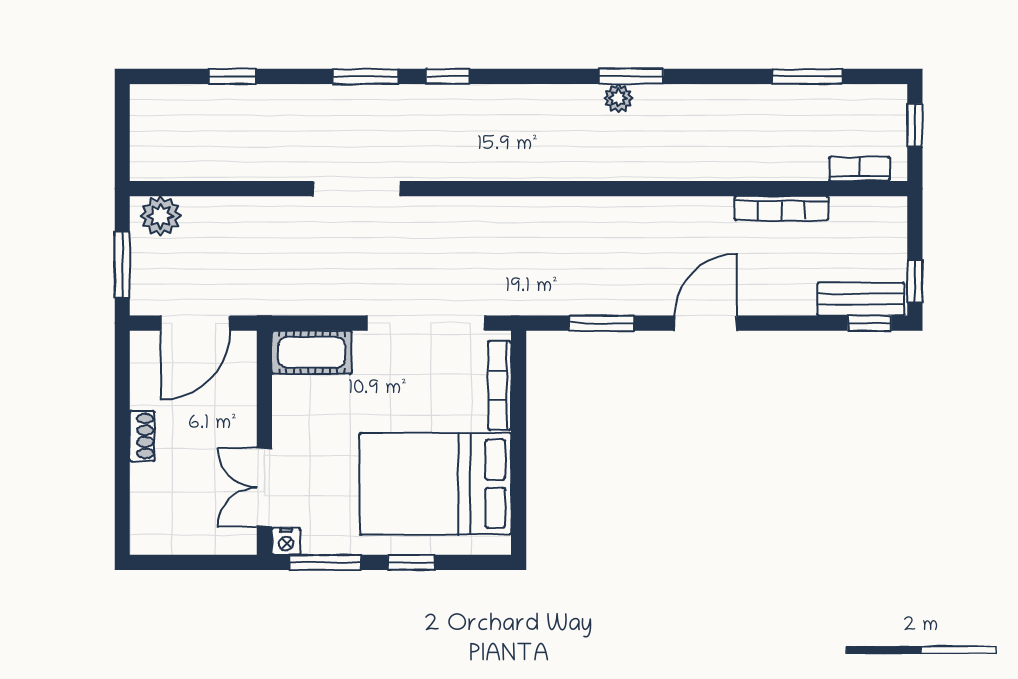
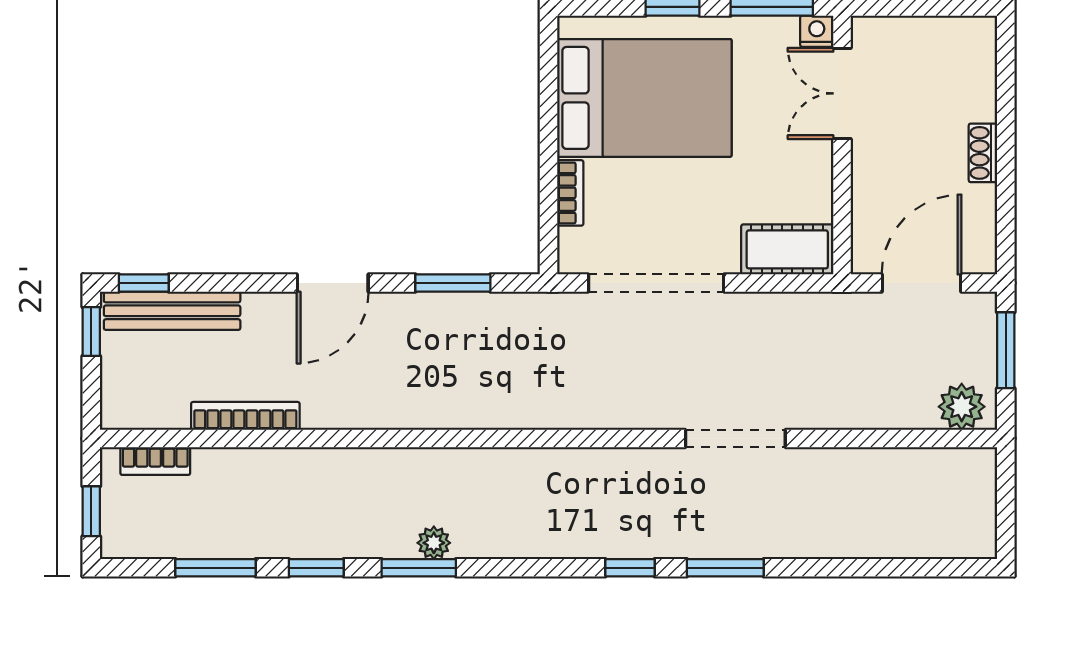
window: (232, 76) -> (316, 568), moved
bench: (861, 299) -> (172, 311), width x1.36
bookcase: (500, 385) -> (570, 193), width x0.64
double door: (264, 488) -> (842, 93), swing flipped

